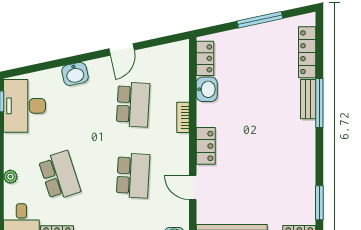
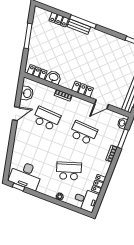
door: (122, 49) -> (16, 114), hinge flipped
locker: (307, 52) -> (59, 20), width x0.66
washbasin: (75, 74) -> (27, 93), moved

